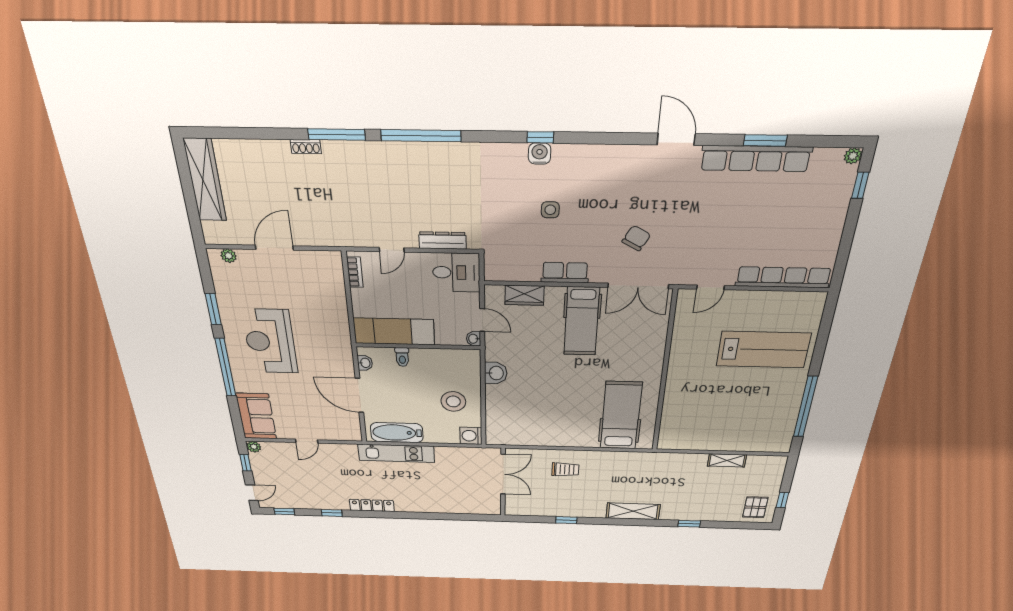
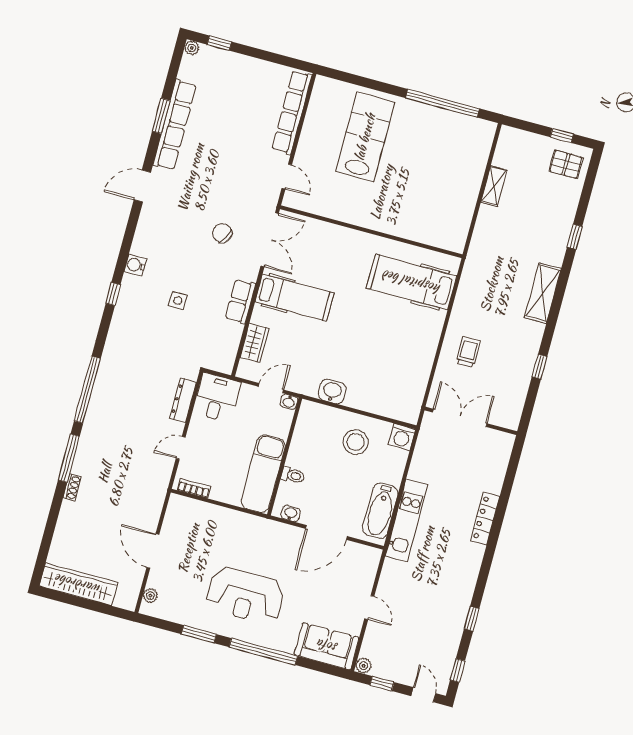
water cooler: (540, 154) -> (135, 265), moved
door: (392, 250) -> (181, 448), swing flipped
locker: (372, 505) -> (485, 519), moved

